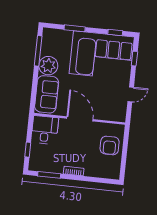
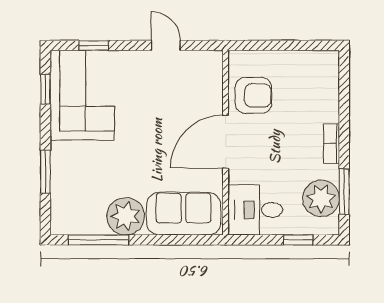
corner sofa: (102, 55) -> (82, 95), width x0.73, depth x0.74
armchair: (110, 145) -> (253, 95), moved
plant: (47, 163) -> (321, 198), added

